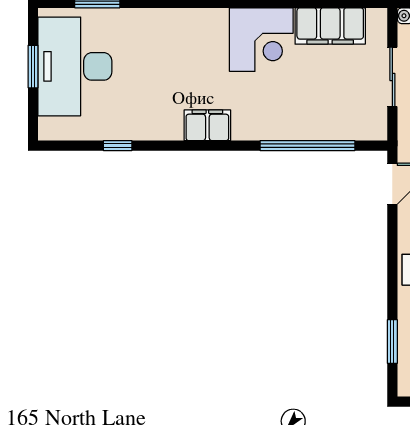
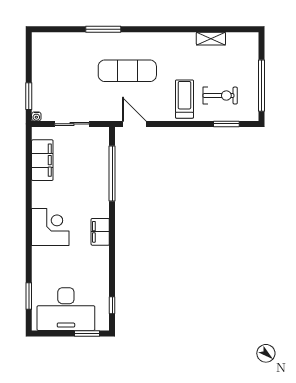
corner desk: (261, 40) -> (50, 227), moved
window: (33, 67) -> (87, 334), moved
window: (118, 146) -> (112, 305), moved

